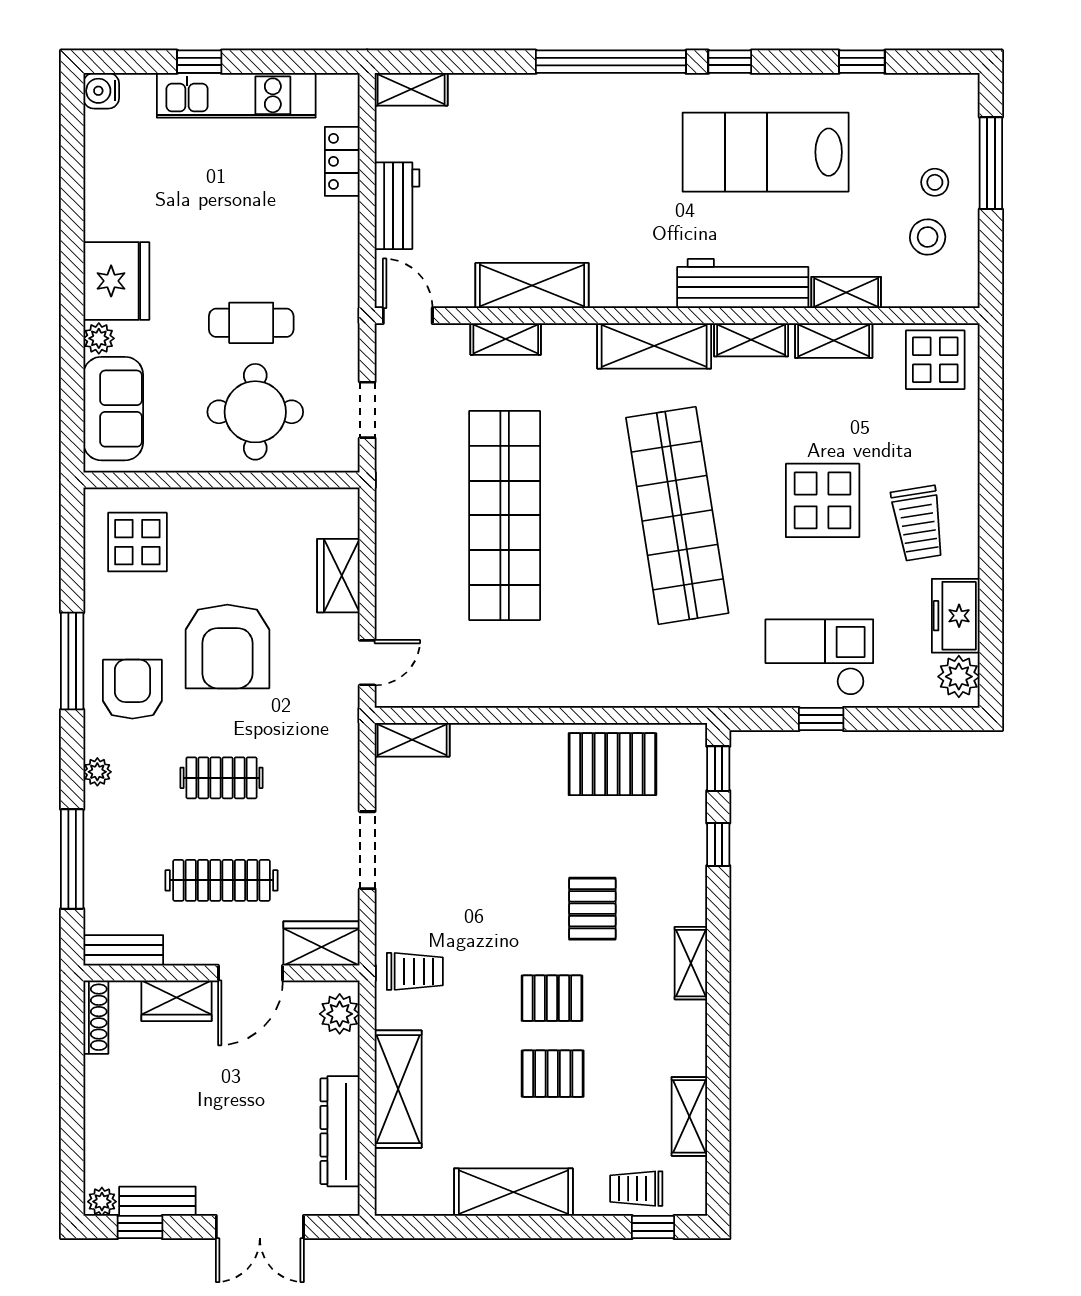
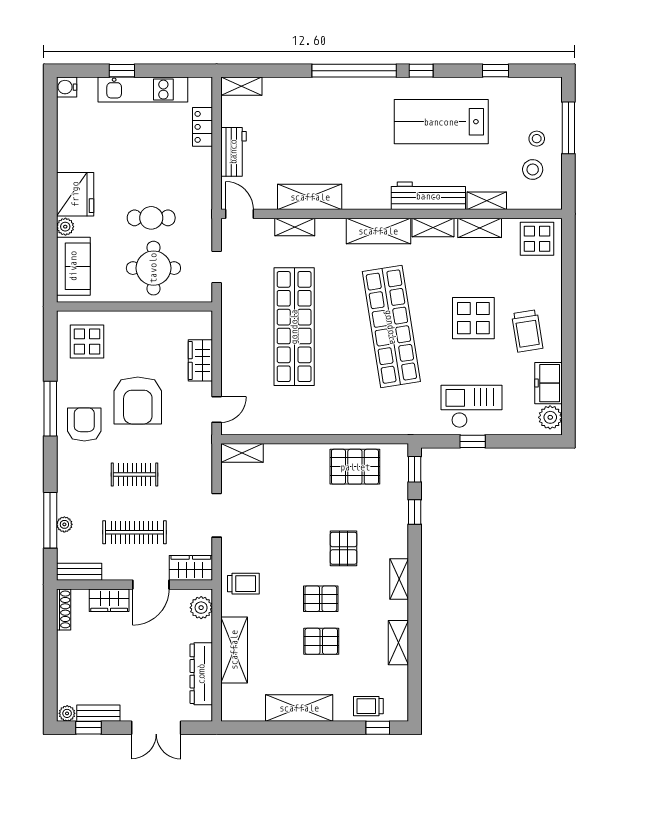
plant: (97, 772) -> (64, 524), moved
shelving: (689, 1116) -> (398, 643), moved

